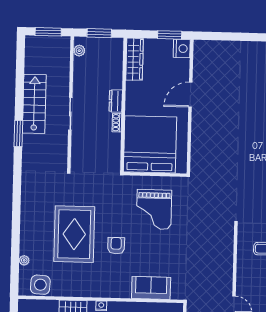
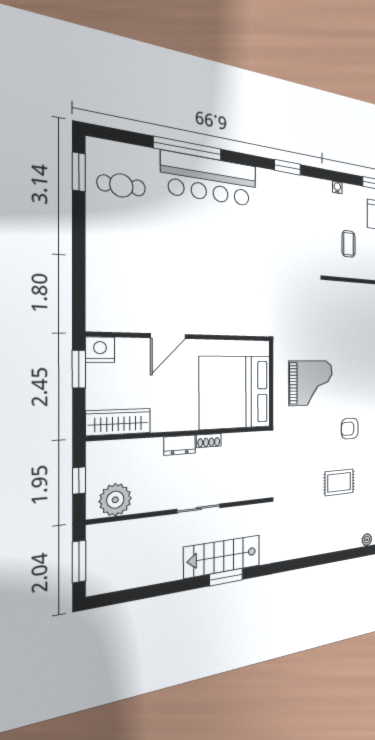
window: (99, 33) -> (79, 480), width x0.67
plant: (79, 51) -> (115, 500), width x1.88, depth x1.88
door: (190, 95) -> (168, 336), hinge flipped
stairs: (34, 104) -> (222, 556), moved
rug: (74, 234) -> (339, 482), width x0.54, depth x0.49

